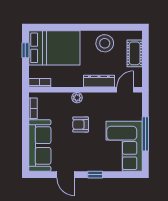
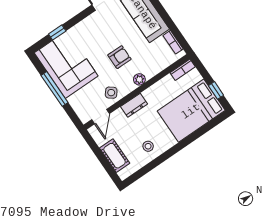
stool: (105, 43) -> (148, 146), width x0.53, depth x0.53
dresser: (99, 81) -> (134, 105), width x0.70
side table: (105, 102) -> (111, 93), added
window: (95, 175) -> (57, 33), moved

